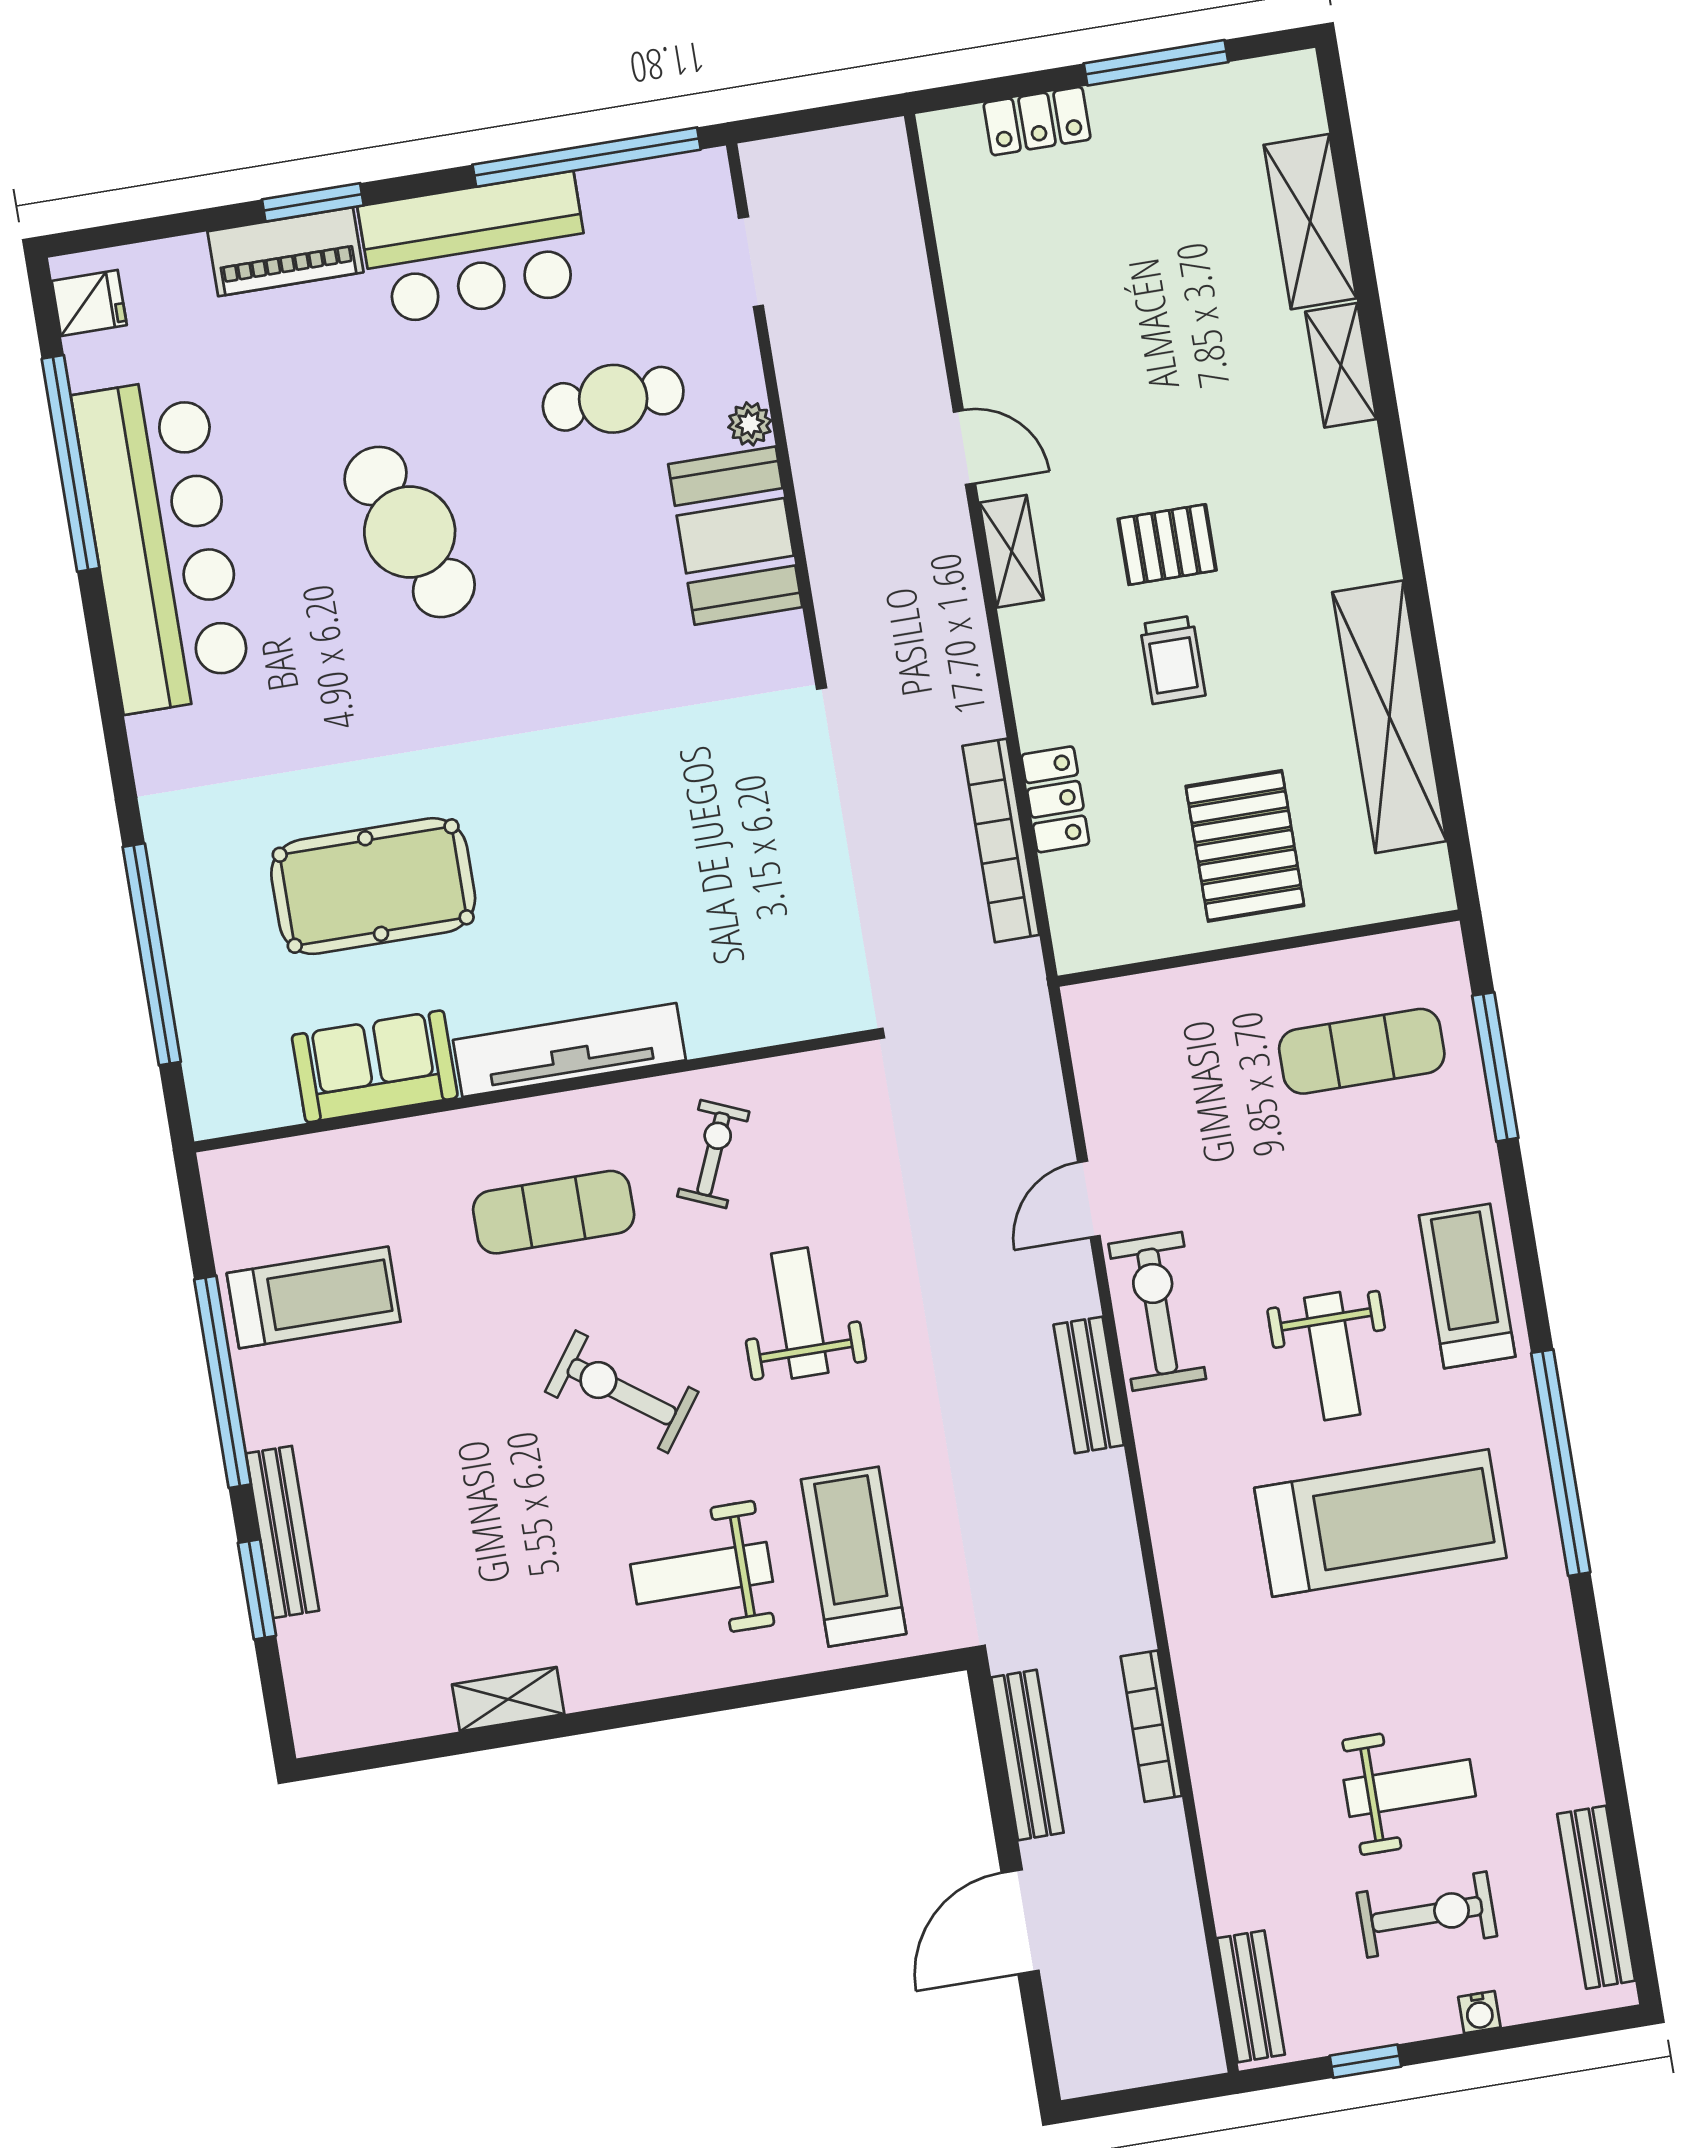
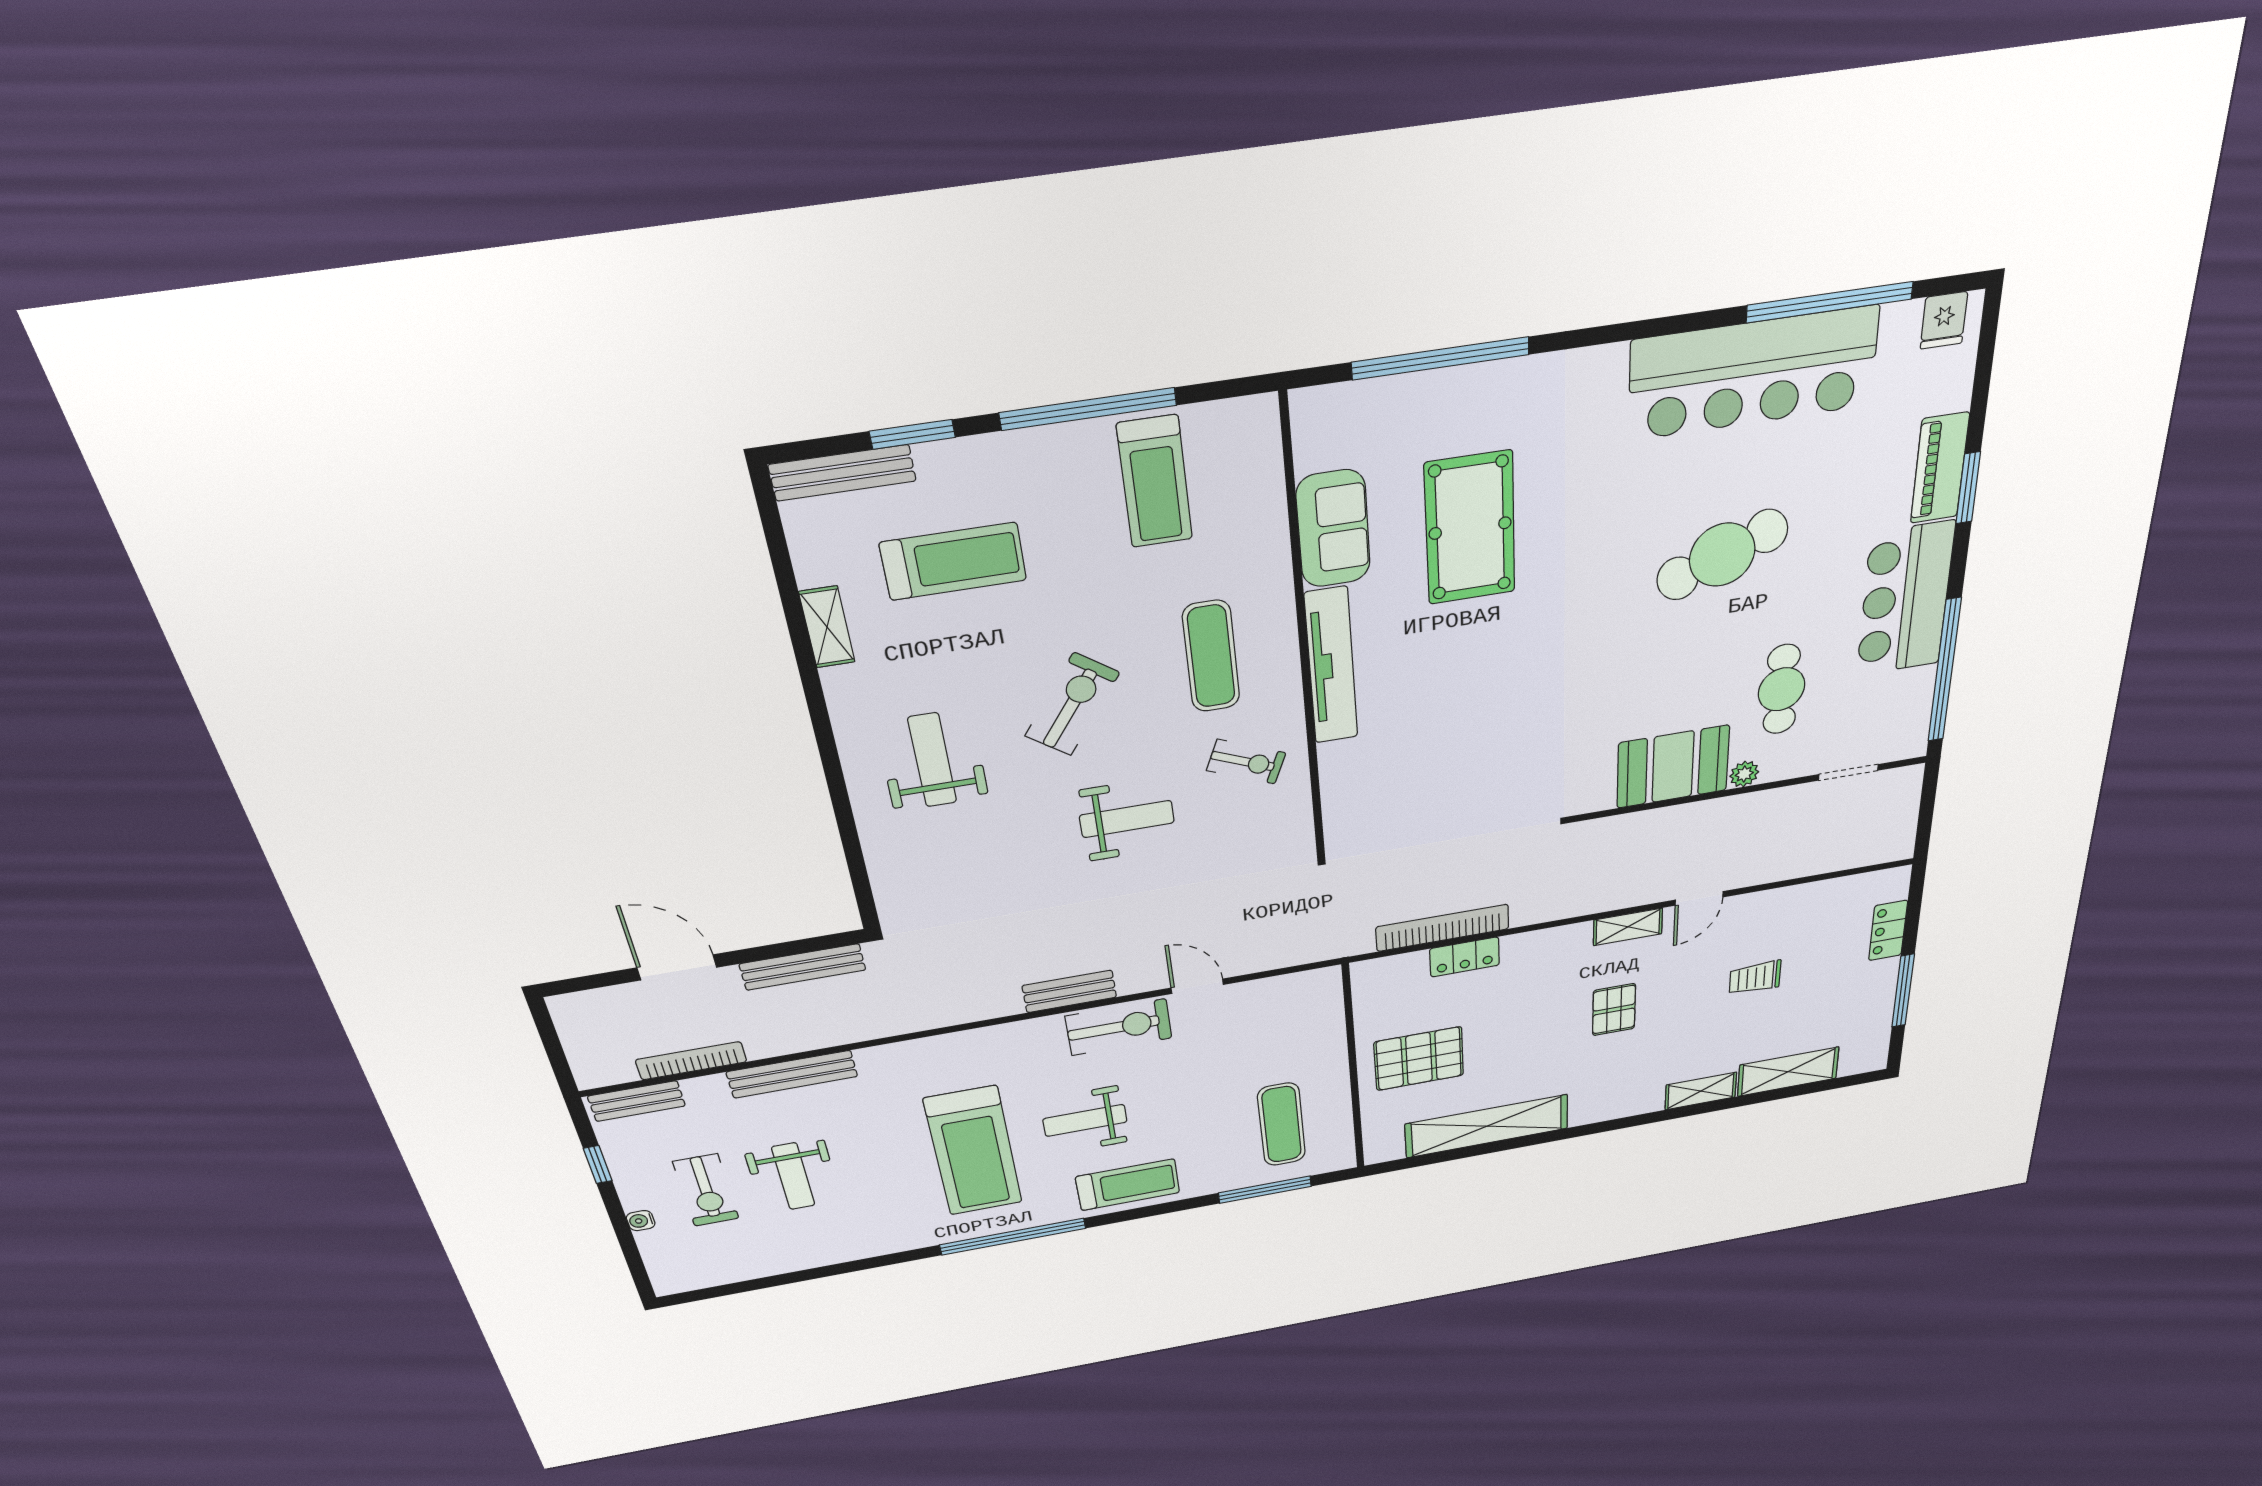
trolley: (1173, 660) -> (1755, 978), moved
bench: (283, 1532) -> (842, 473), moved
treadmill: (854, 1557) -> (953, 561), moved
bookcase: (1151, 1726) -> (691, 1061), moved
bench: (1596, 1897) -> (792, 1074), moved

